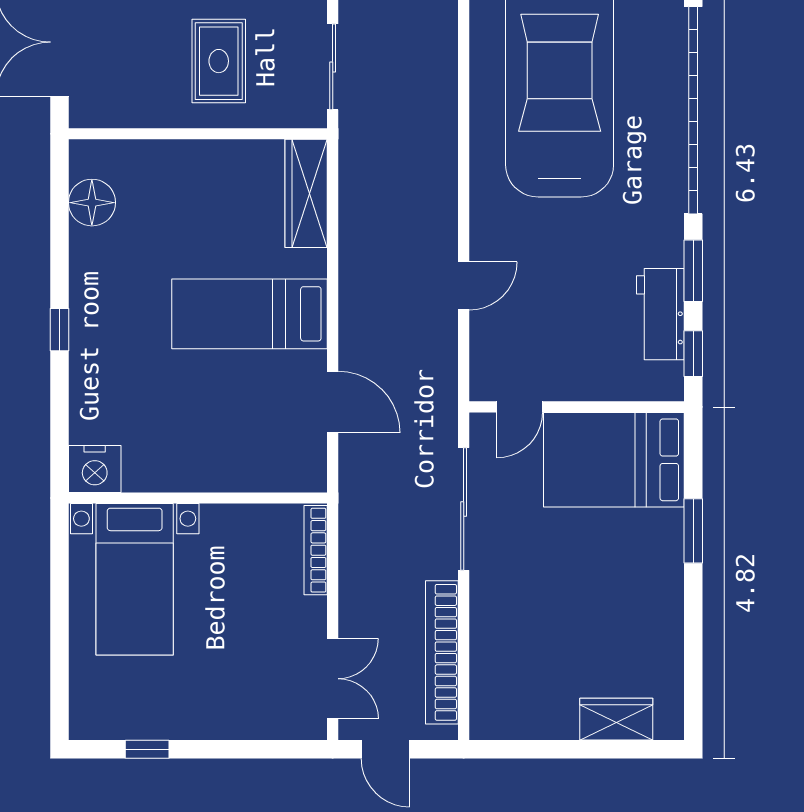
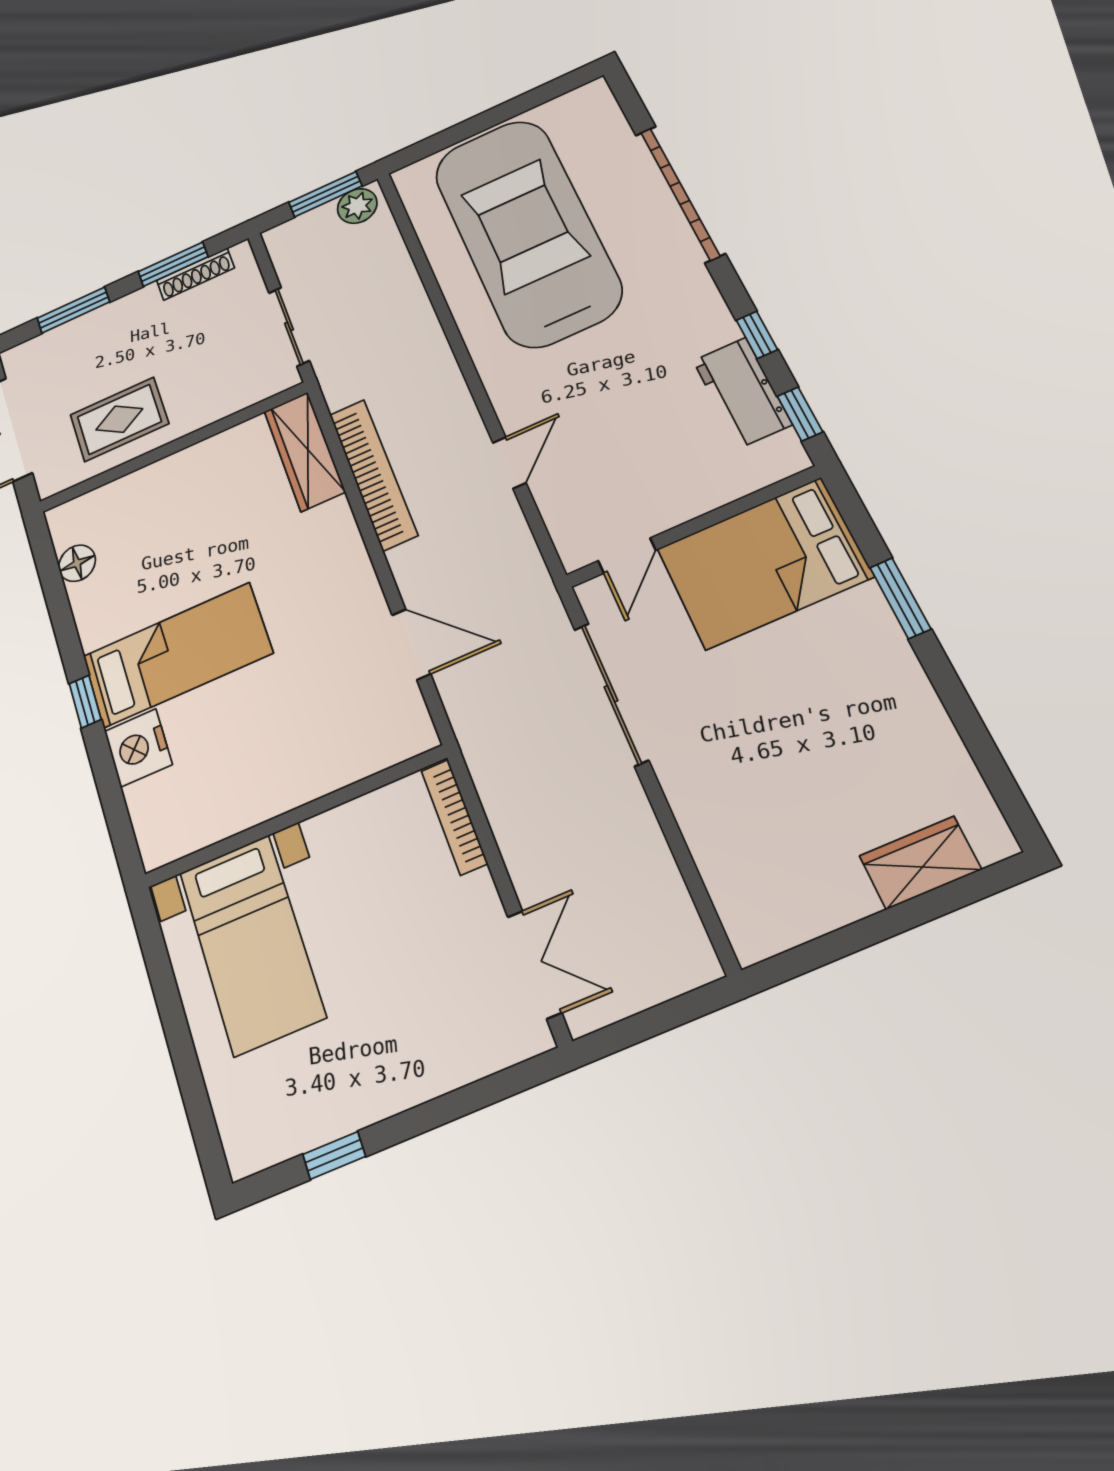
rug: (219, 61) -> (119, 419), moved, turned 90
garage door: (693, 110) -> (680, 193), width x0.73
floor lamp: (92, 203) -> (77, 563), width x0.73, depth x0.73
window: (693, 271) -> (757, 335), width x0.67
bed: (250, 314) -> (177, 655), moved, turned 180
nightstand: (95, 469) -> (138, 748), moved, turned 90
bookcase: (442, 652) -> (373, 474), moved, turned 180
door: (385, 749) -> (638, 1028), removed

